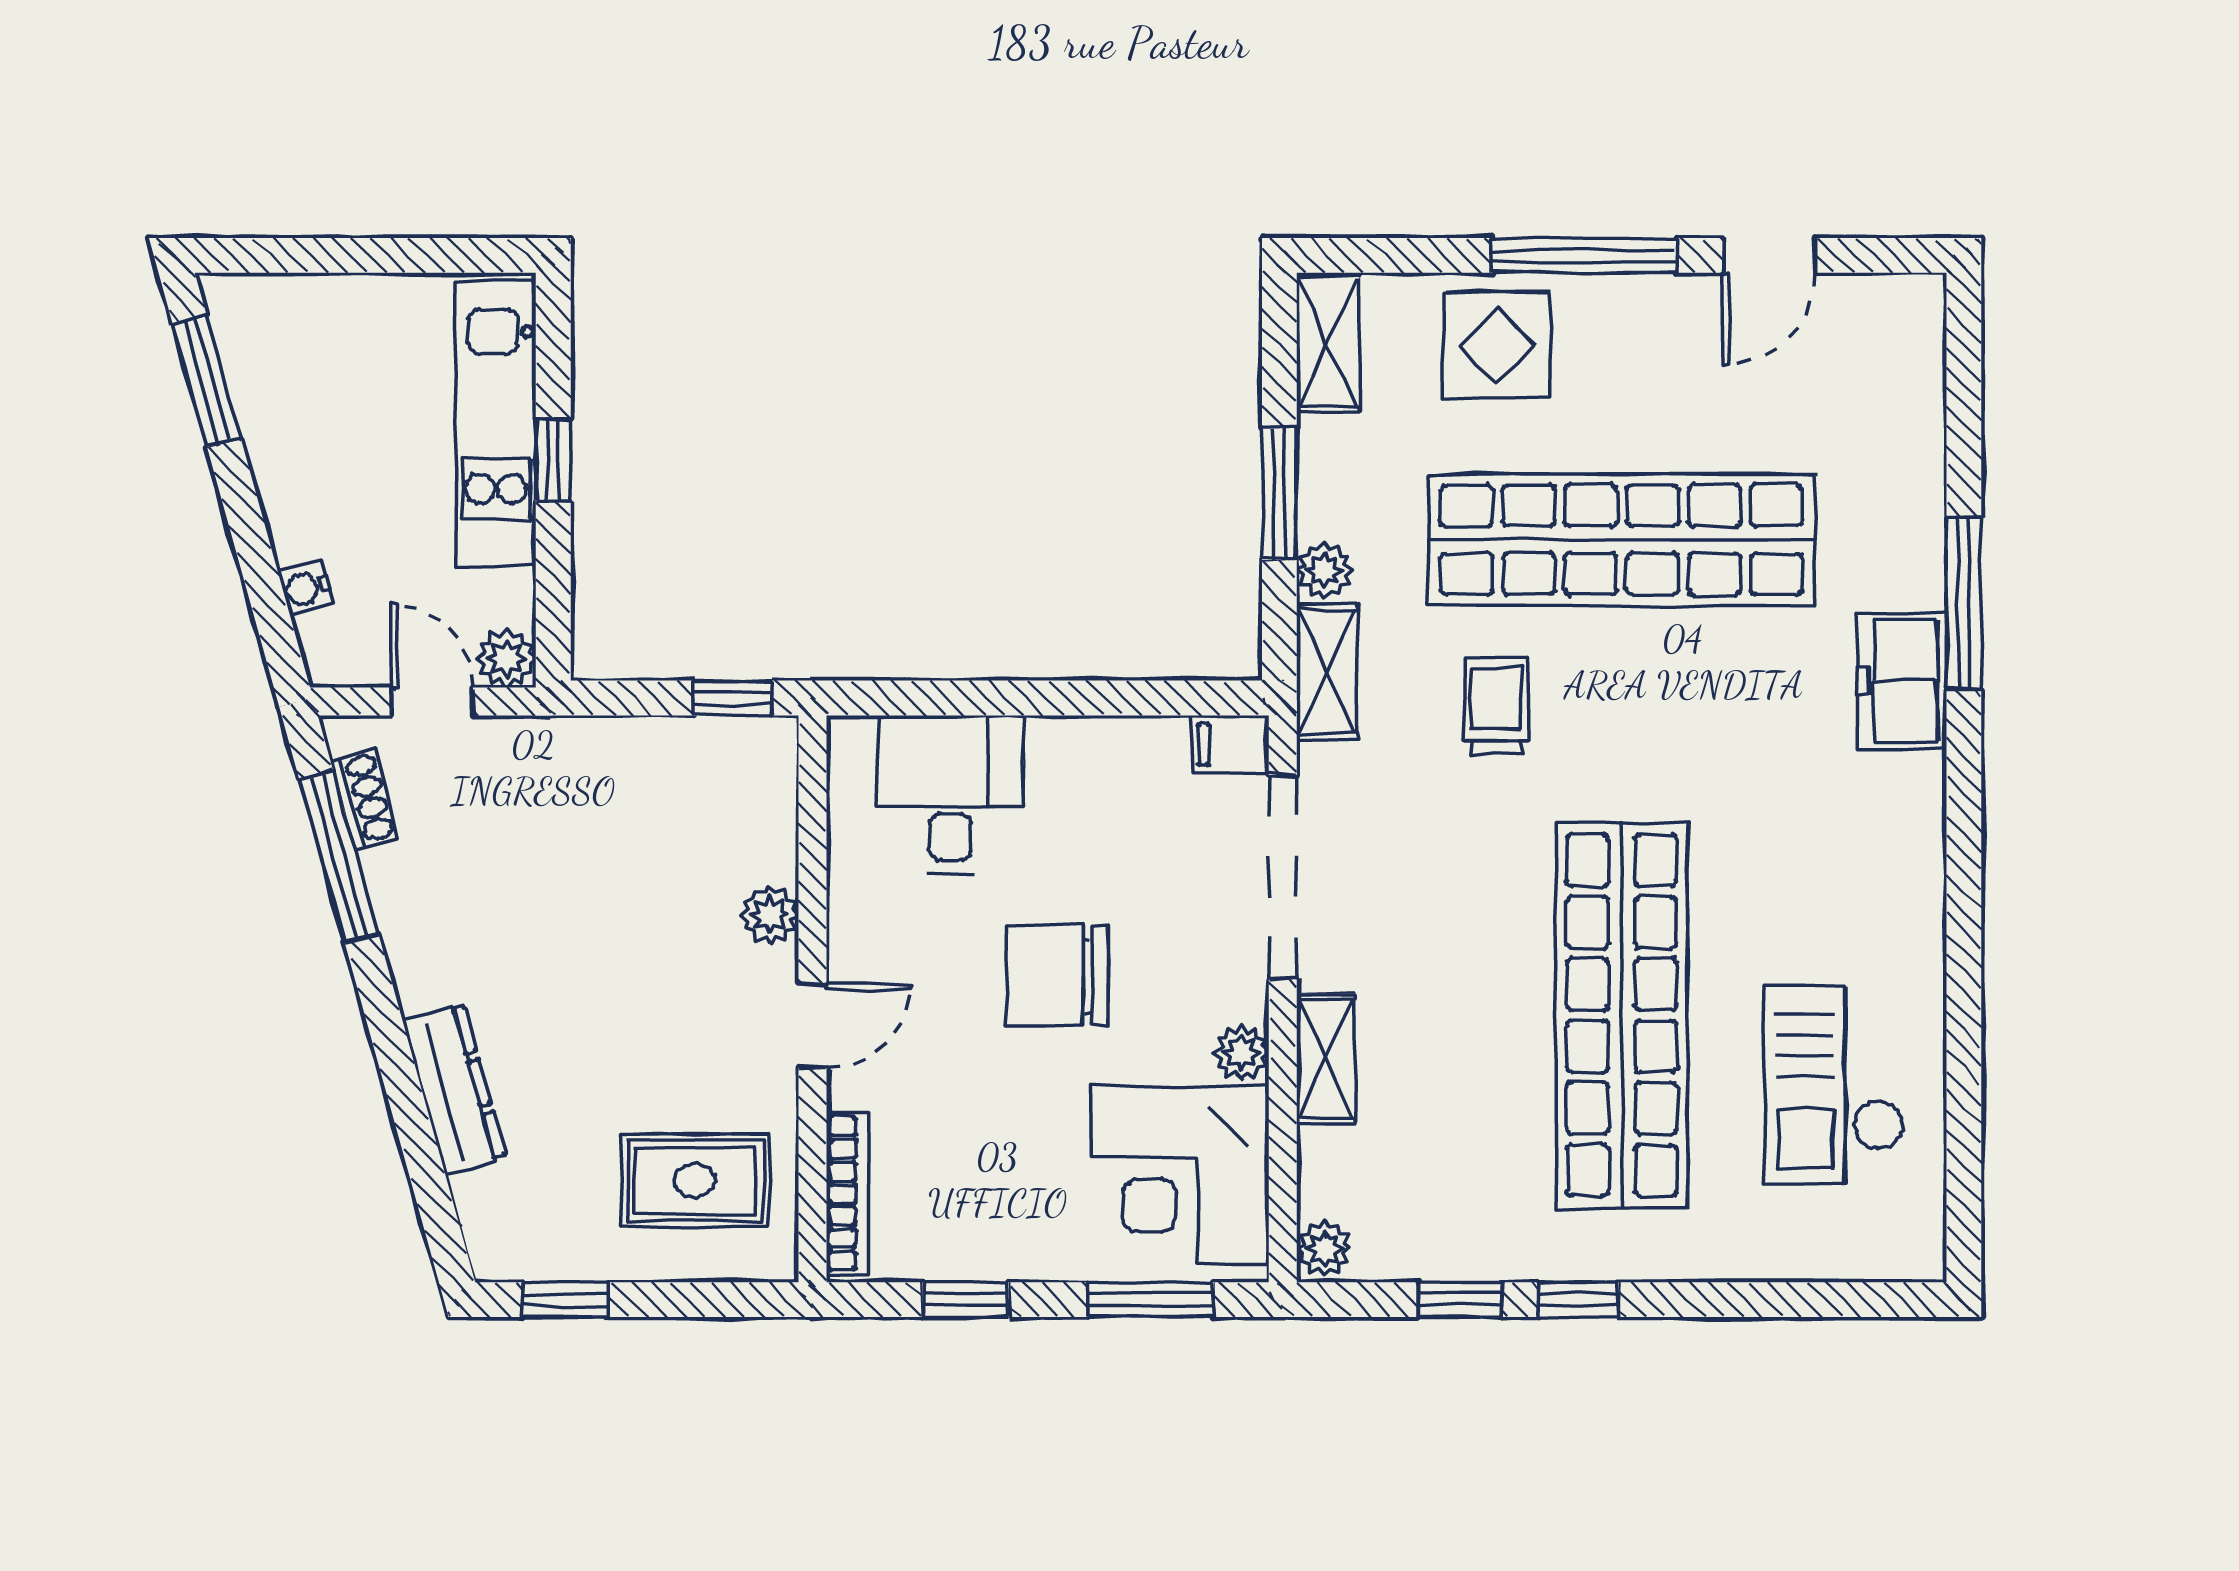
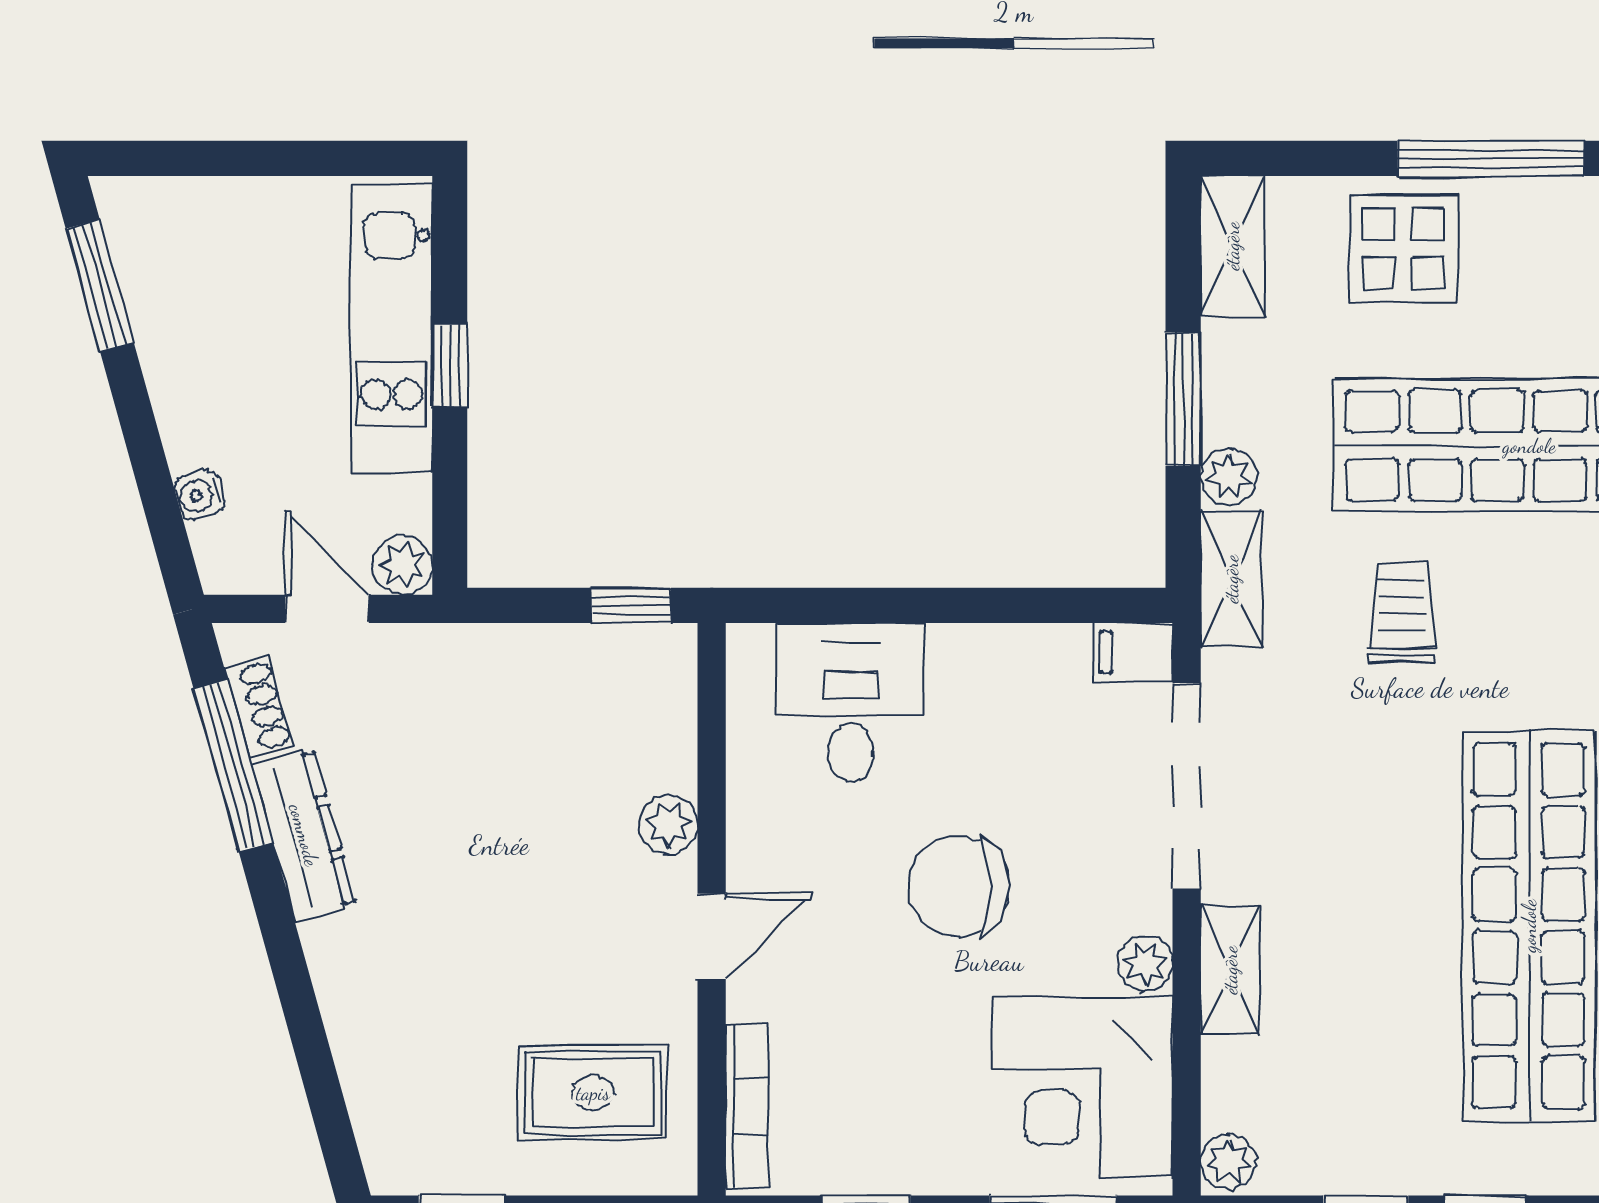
dresser: (454, 1089) -> (304, 835), moved

